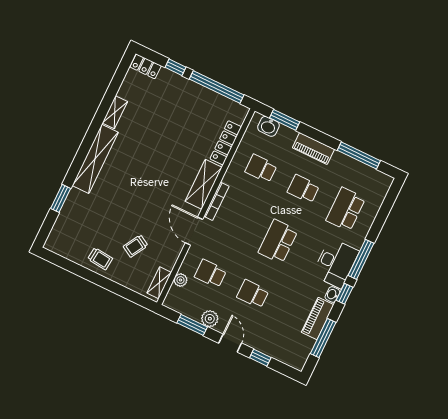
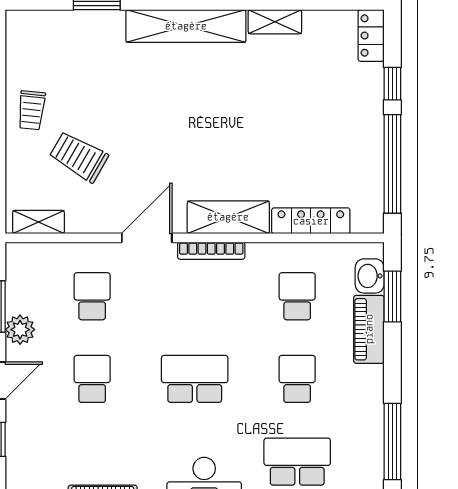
piano: (313, 148) -> (369, 329), moved
trolley: (136, 246) -> (79, 157), width x1.36, depth x1.39
plant: (180, 280) -> (59, 254), removed

